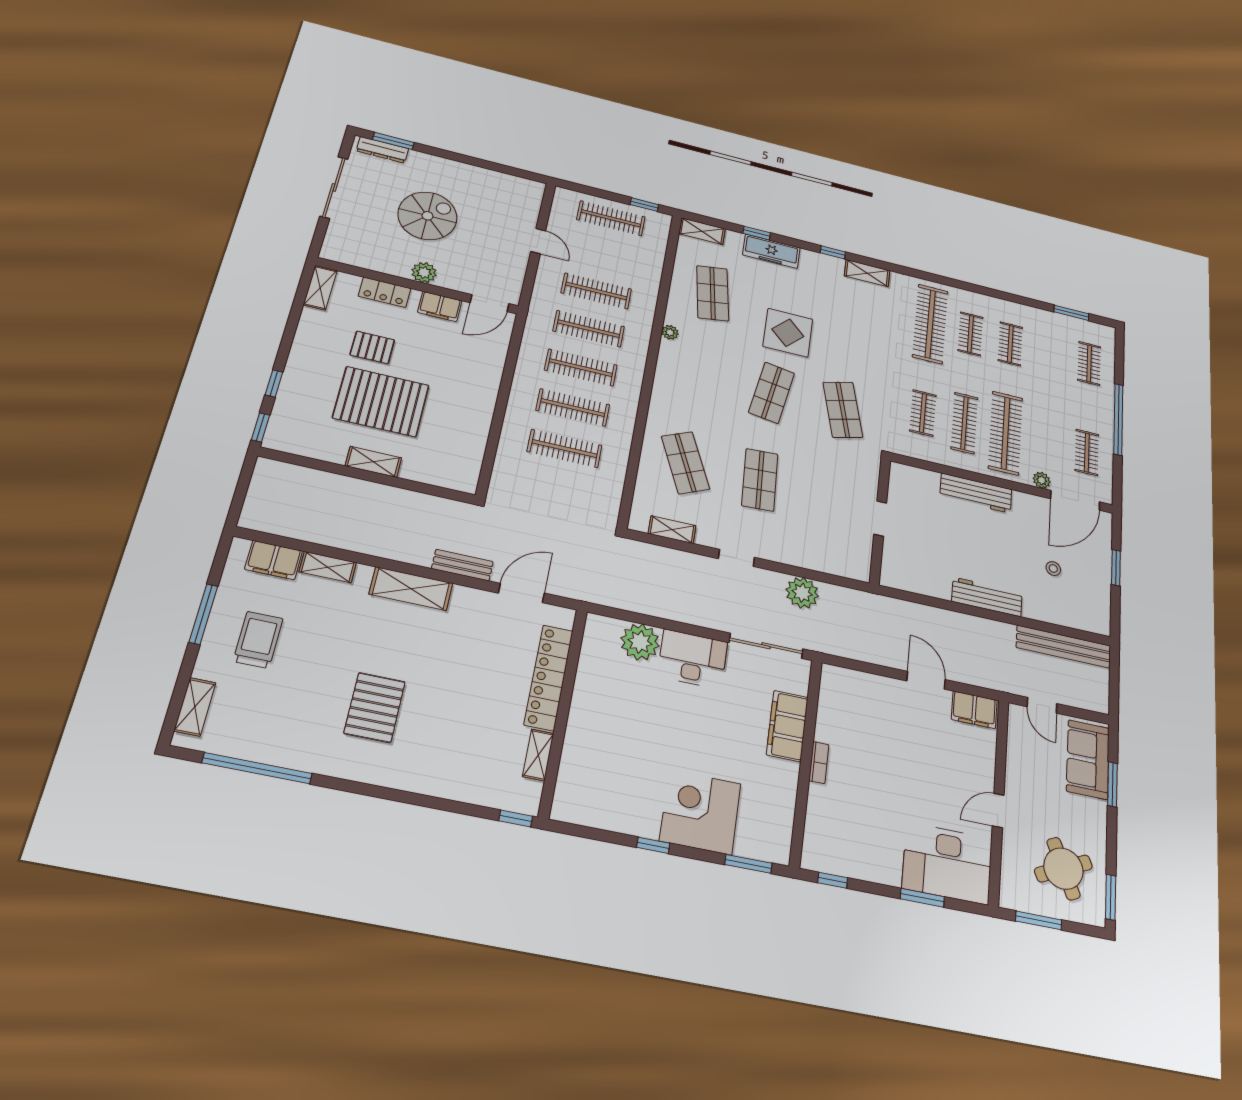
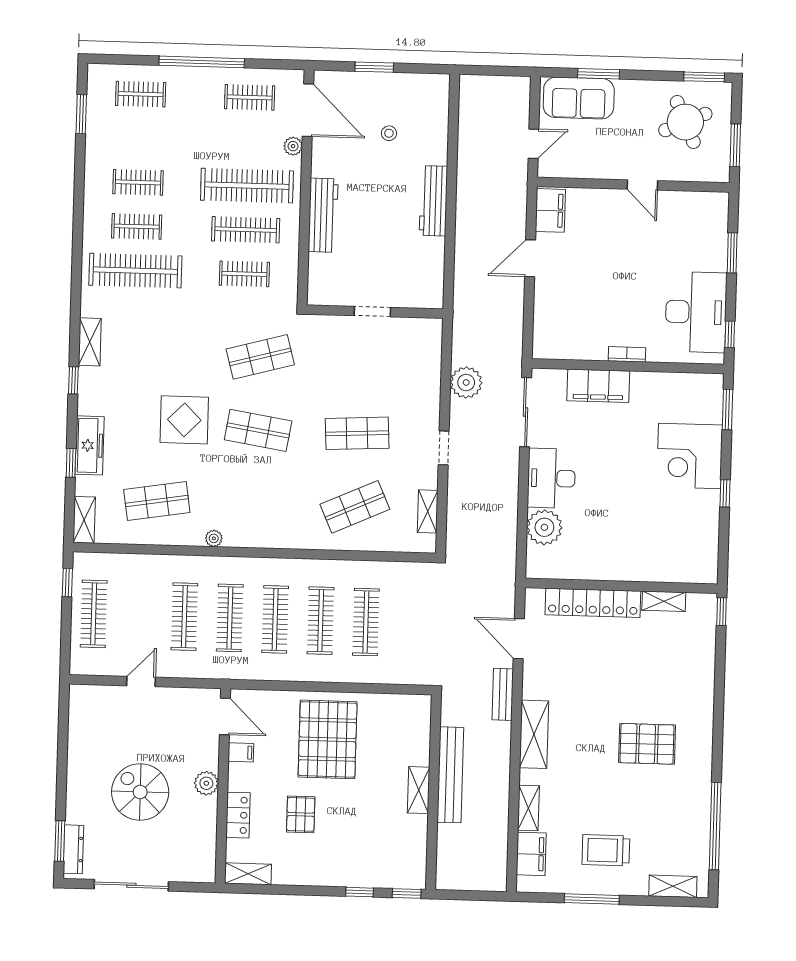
filing cabinet: (440, 306) -> (241, 752), width x0.50
pallet: (381, 402) -> (328, 739), moved
bench: (1064, 647) -> (450, 775), moved
desk: (947, 863) -> (696, 312), moved

